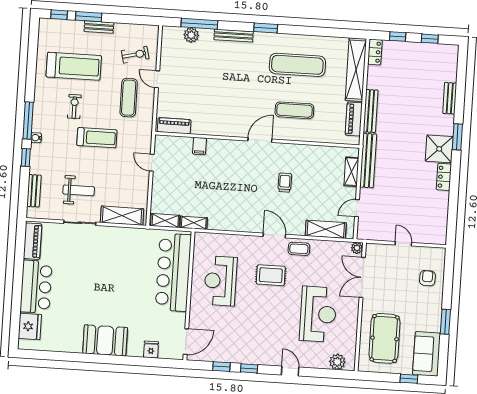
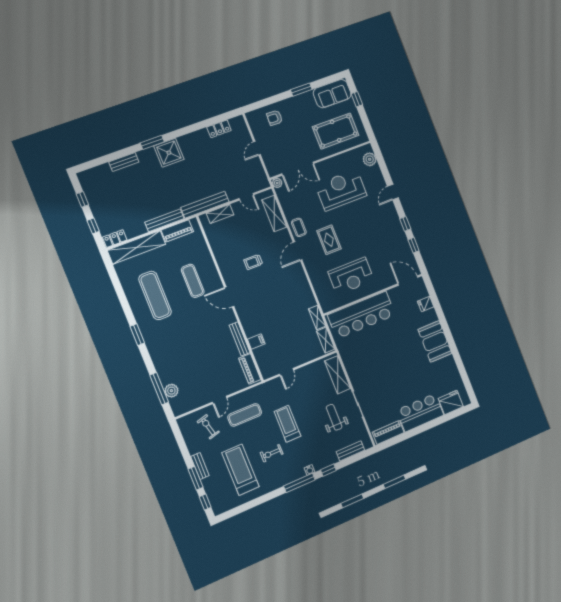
bench: (234, 36) -> (240, 339), moved
locker: (444, 177) -> (219, 129), moved

